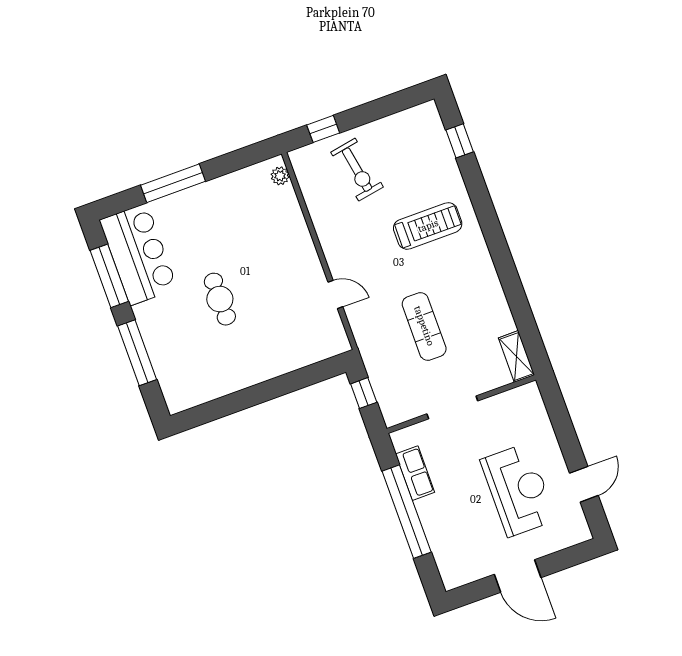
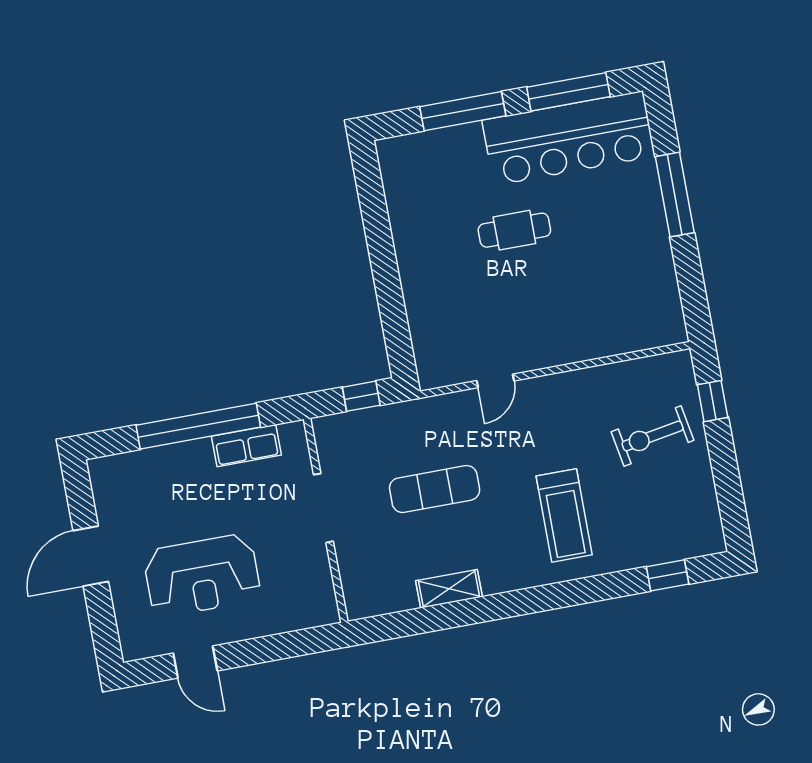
plant: (280, 176) -> (661, 335), removed
bar counter: (138, 254) -> (569, 138), width x1.36
shelving: (516, 356) -> (449, 589), moved

